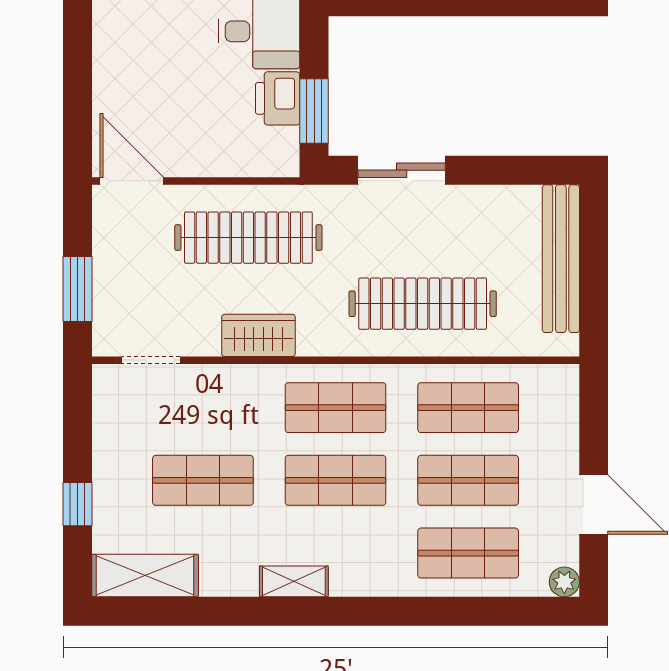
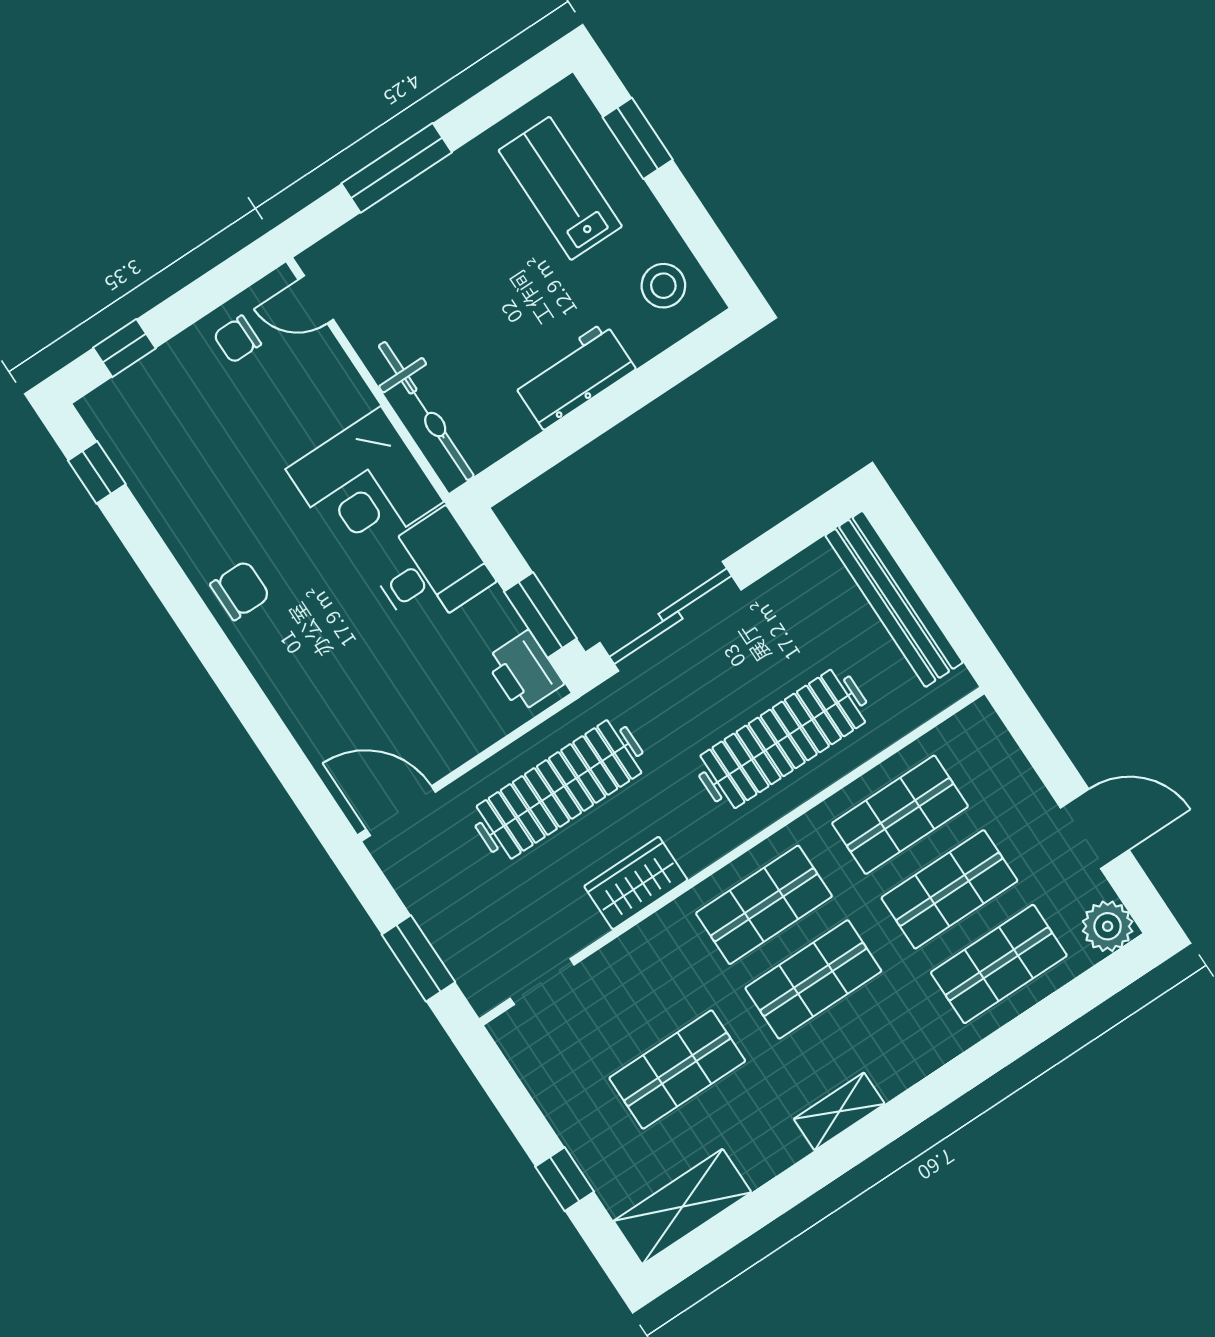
printer: (278, 98) -> (524, 671), moved
sliding door: (402, 170) -> (671, 616), width x1.37
plant: (564, 582) -> (1108, 926), width x1.38, depth x1.38

